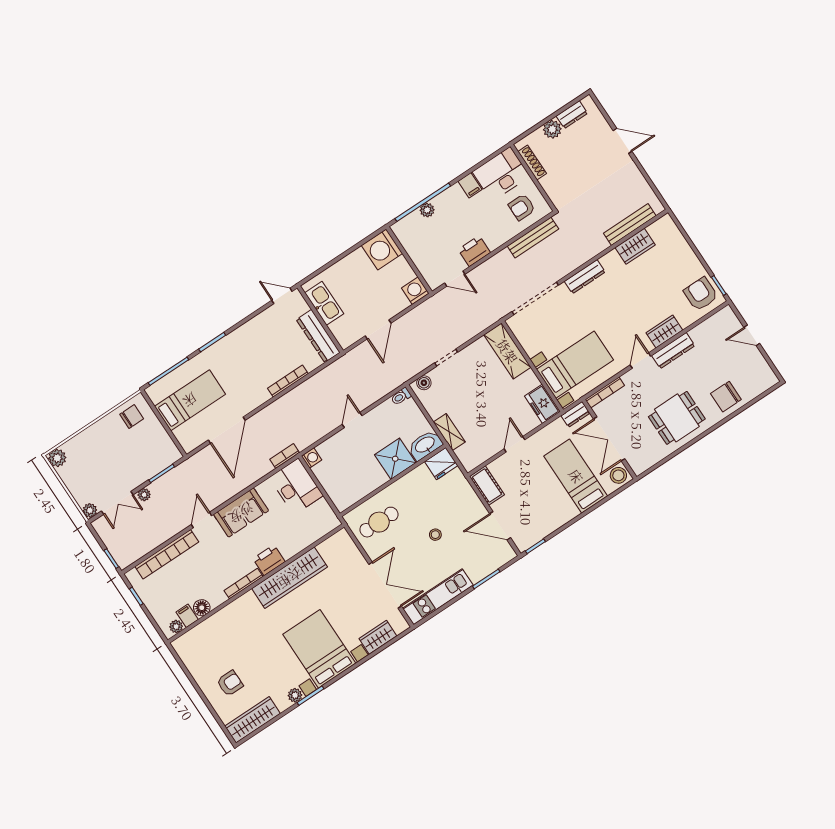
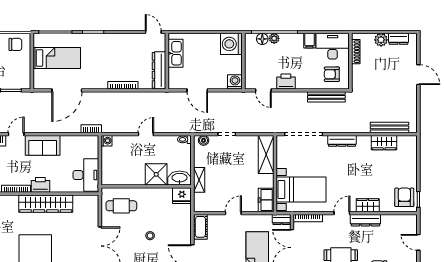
floor lamp: (414, 220) -> (262, 39), added
door: (378, 330) -> (197, 90), hinge flipped
desk: (296, 487) -> (86, 175), moved

